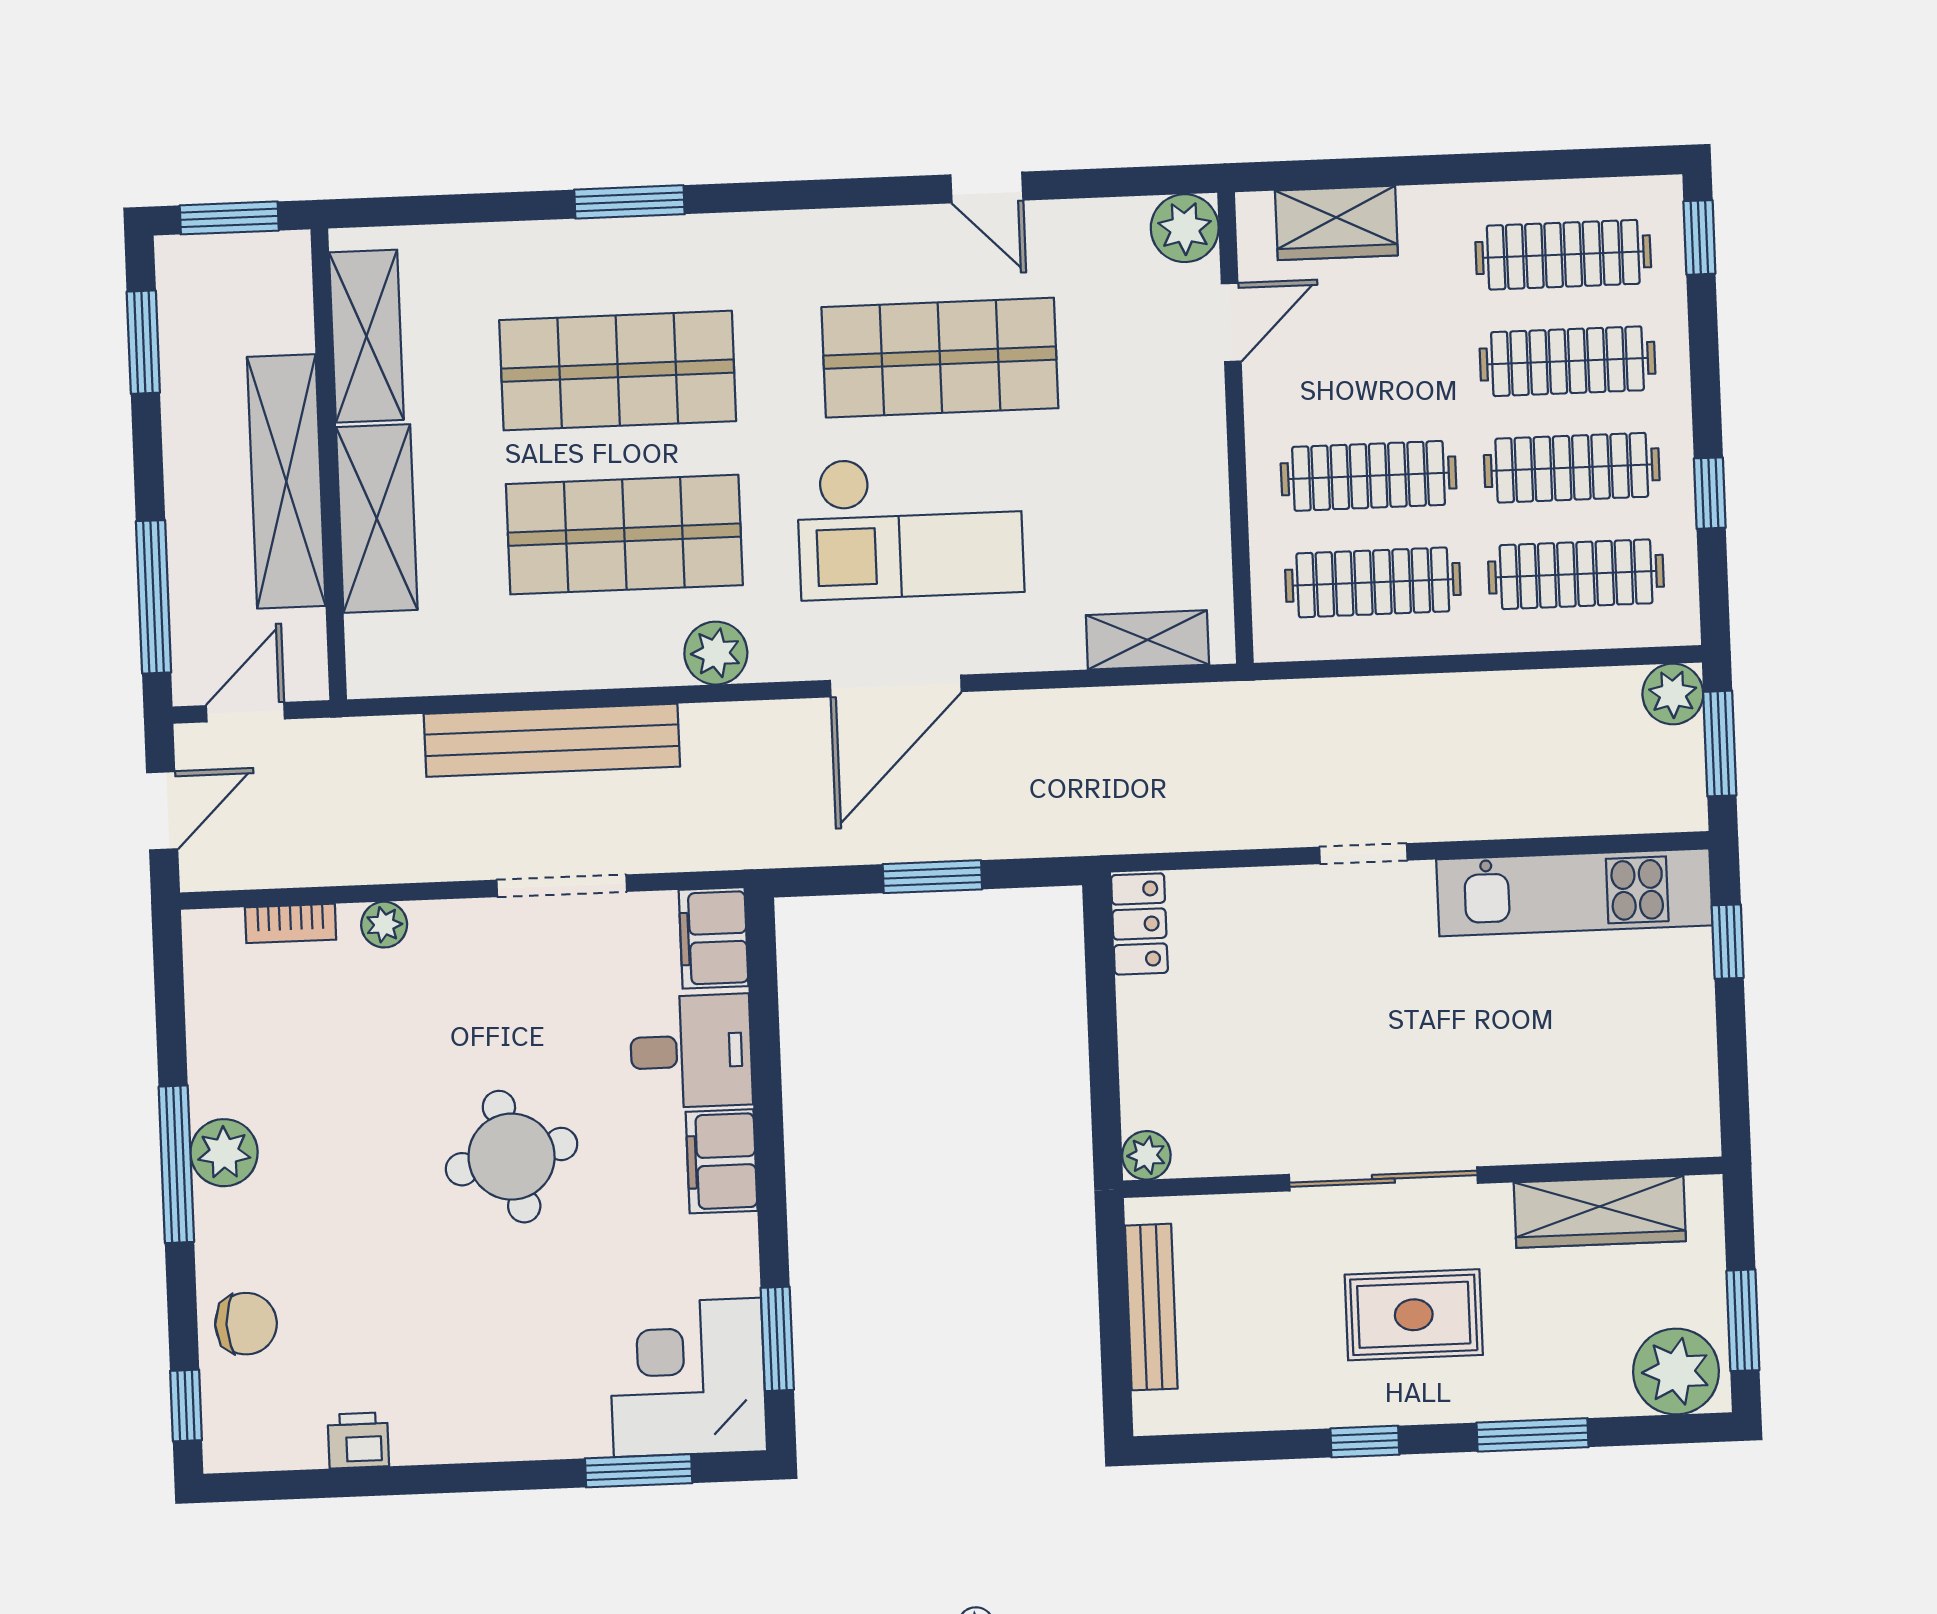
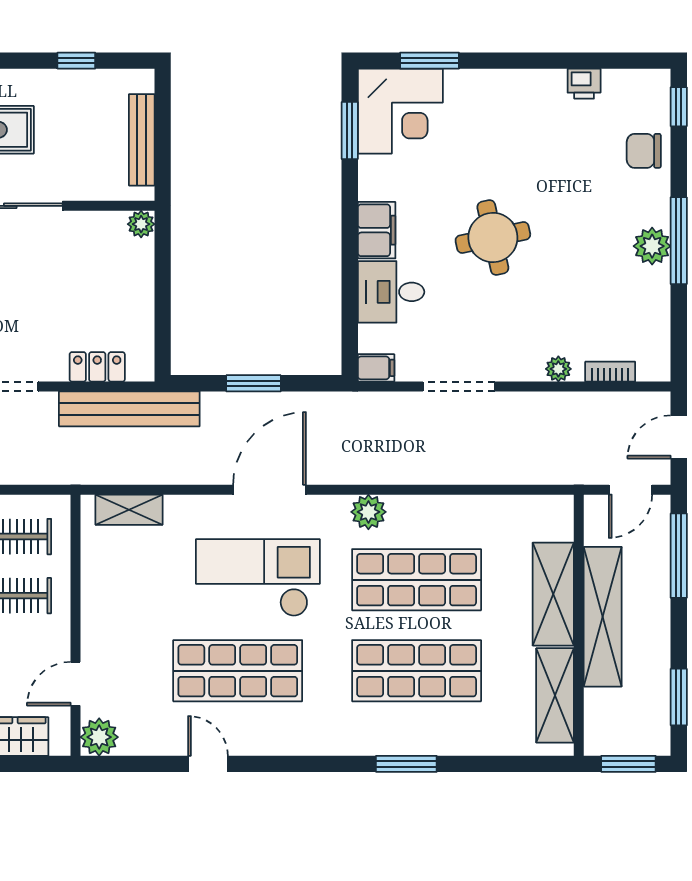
bench: (552, 740) -> (129, 409), moved
locker: (1139, 924) -> (97, 367), moved, turned 90
filing cabinet: (714, 938) -> (376, 368), width x0.50
window: (1365, 1442) -> (76, 61), moved

